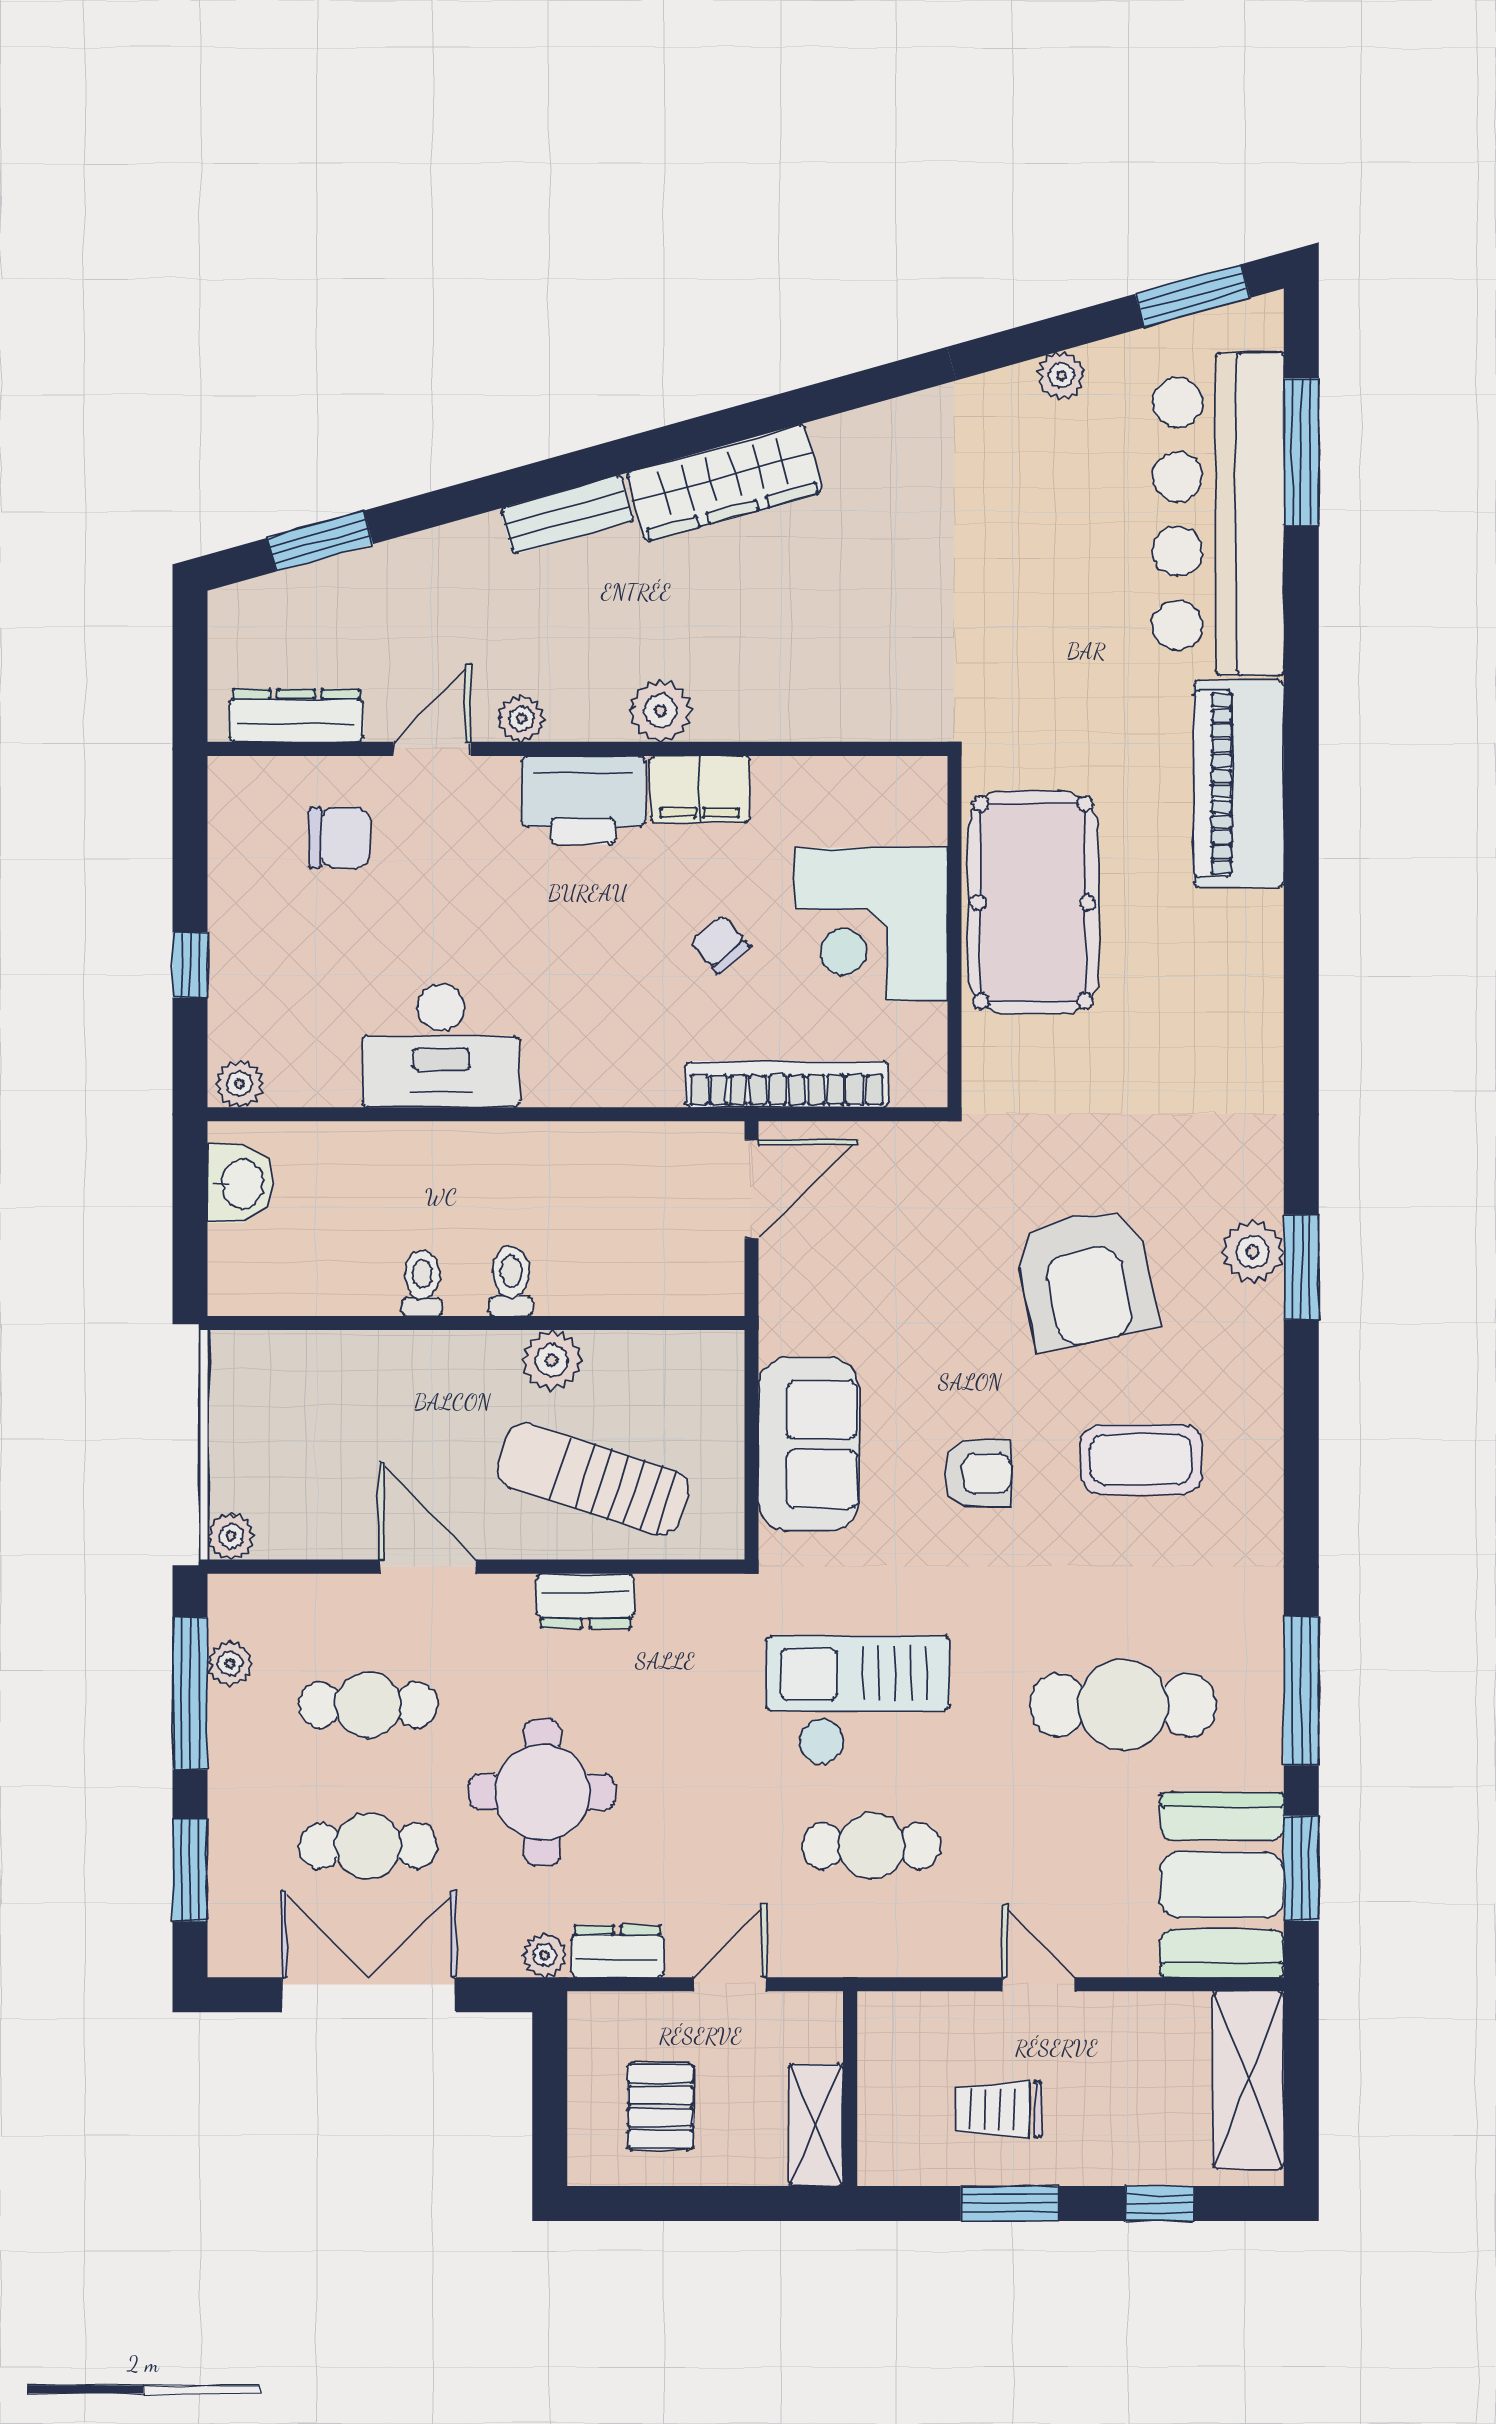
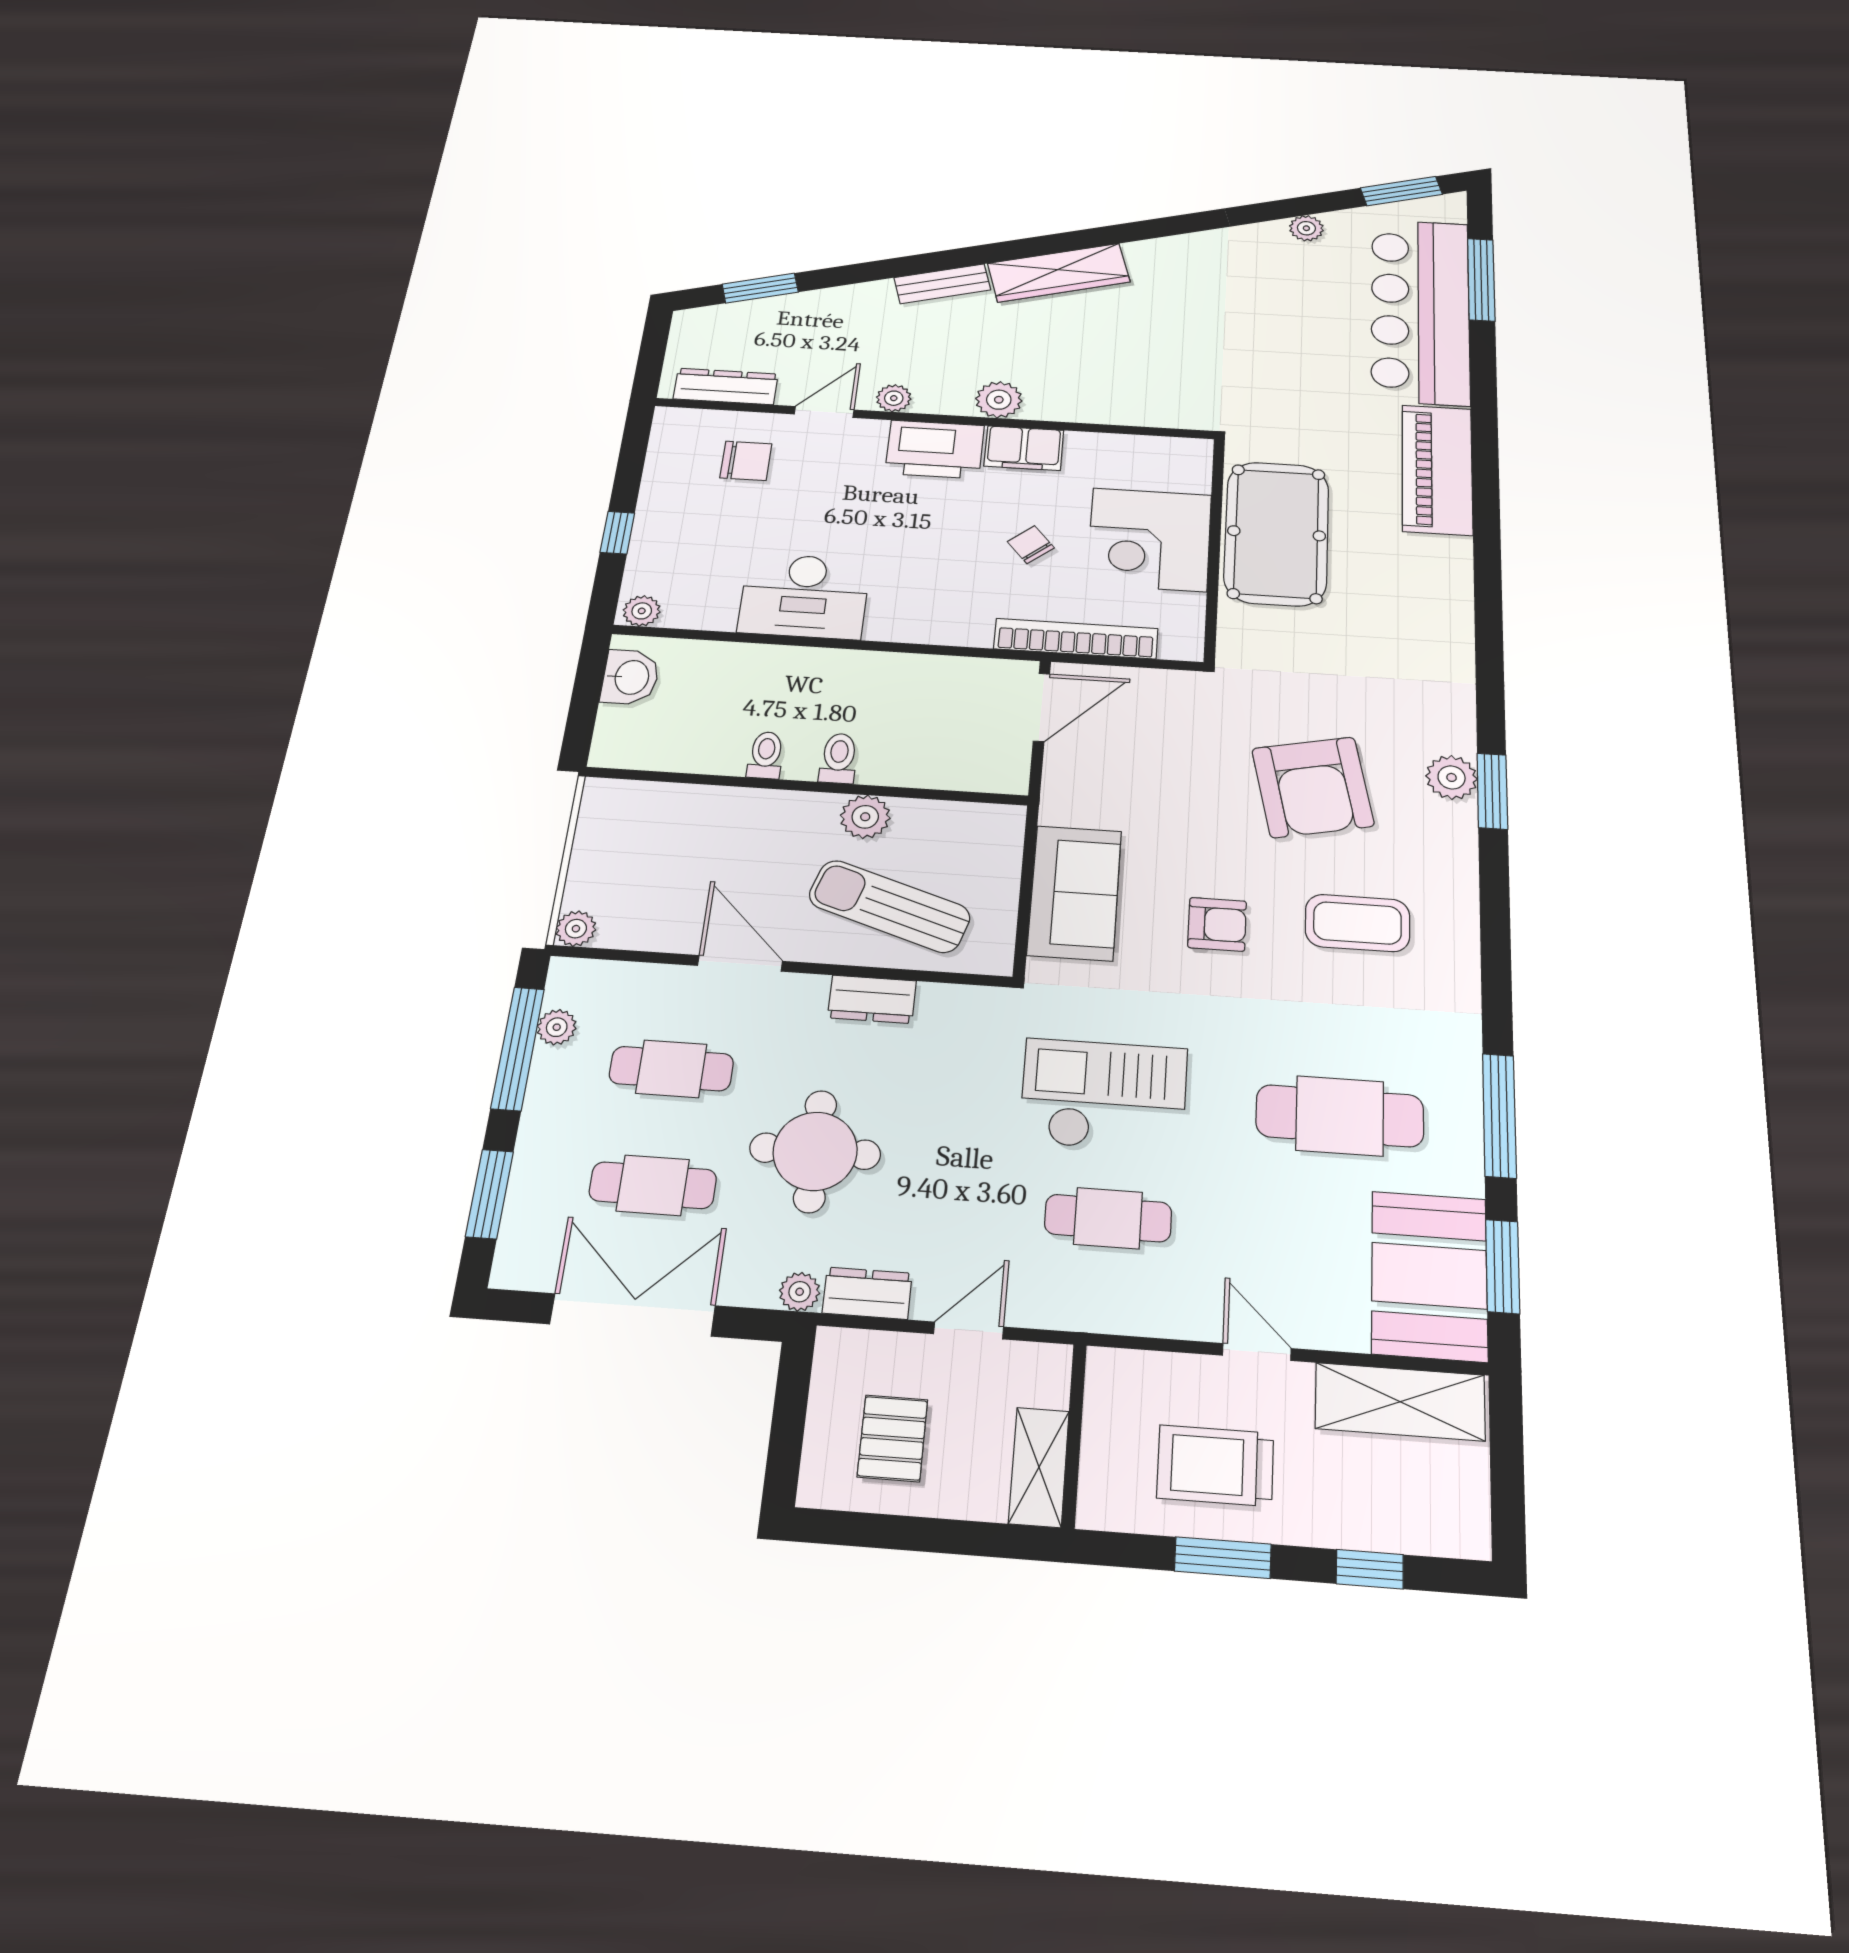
shelving: (1248, 2080) -> (1400, 1402), moved, turned 90
trolley: (999, 2109) -> (1215, 1466), width x1.36, depth x1.39

